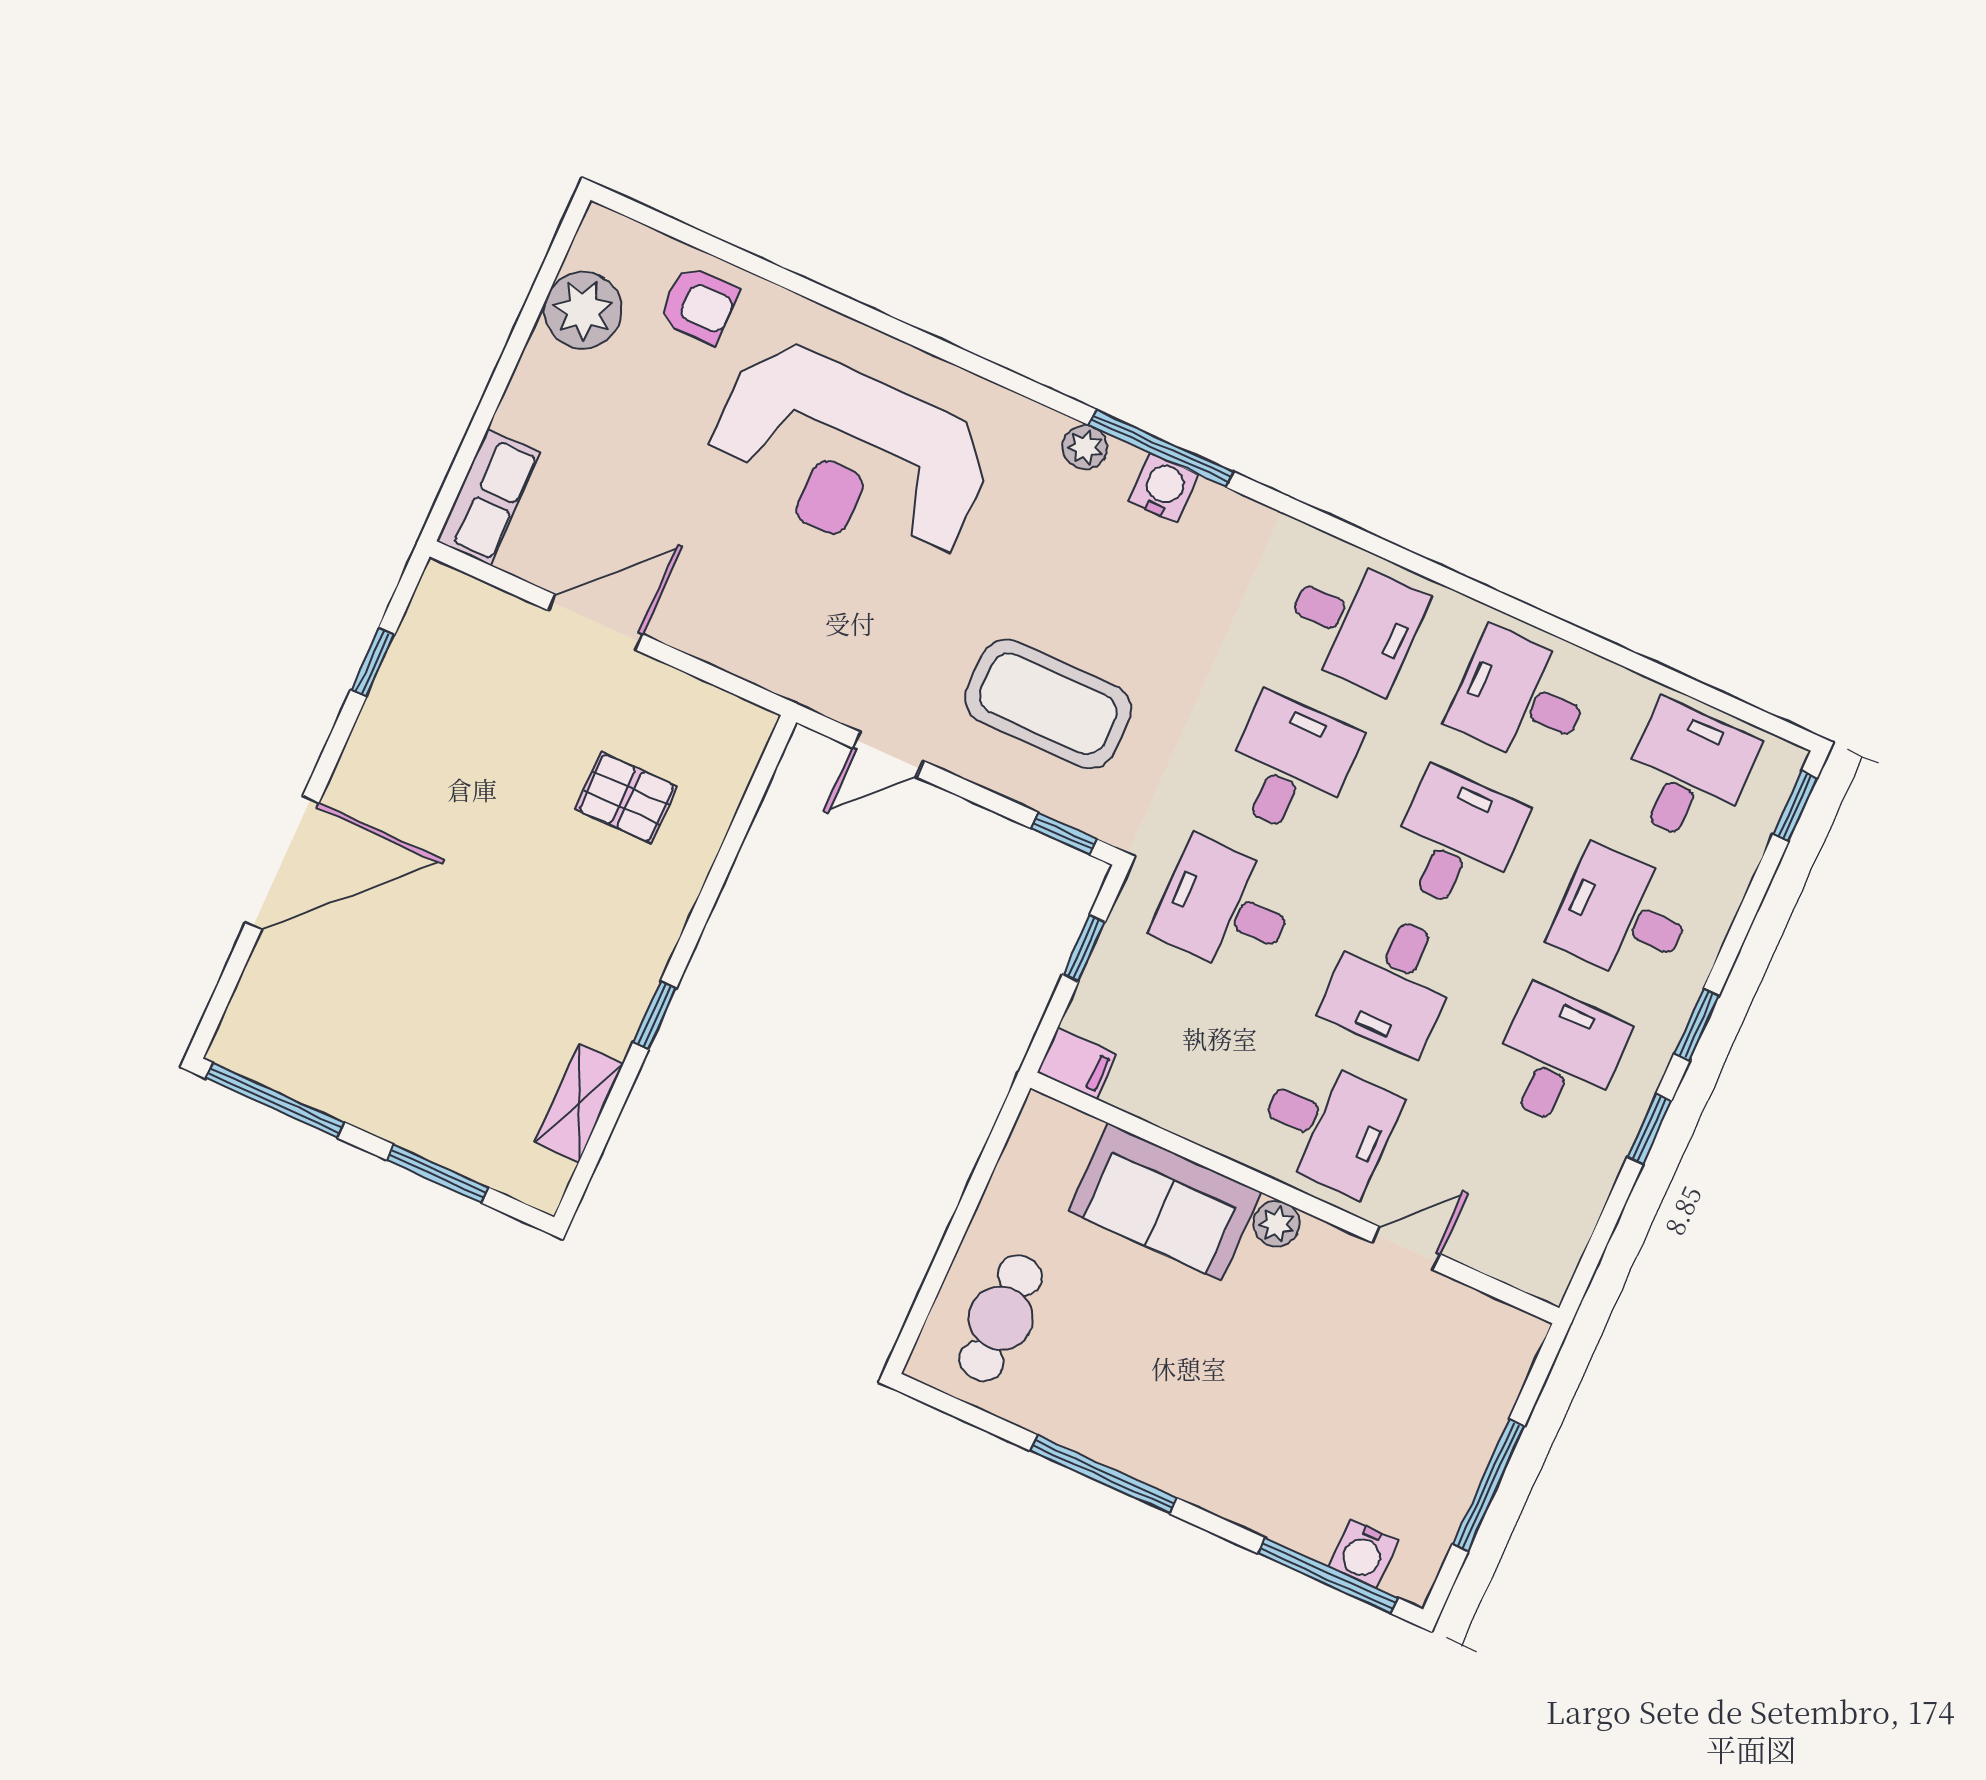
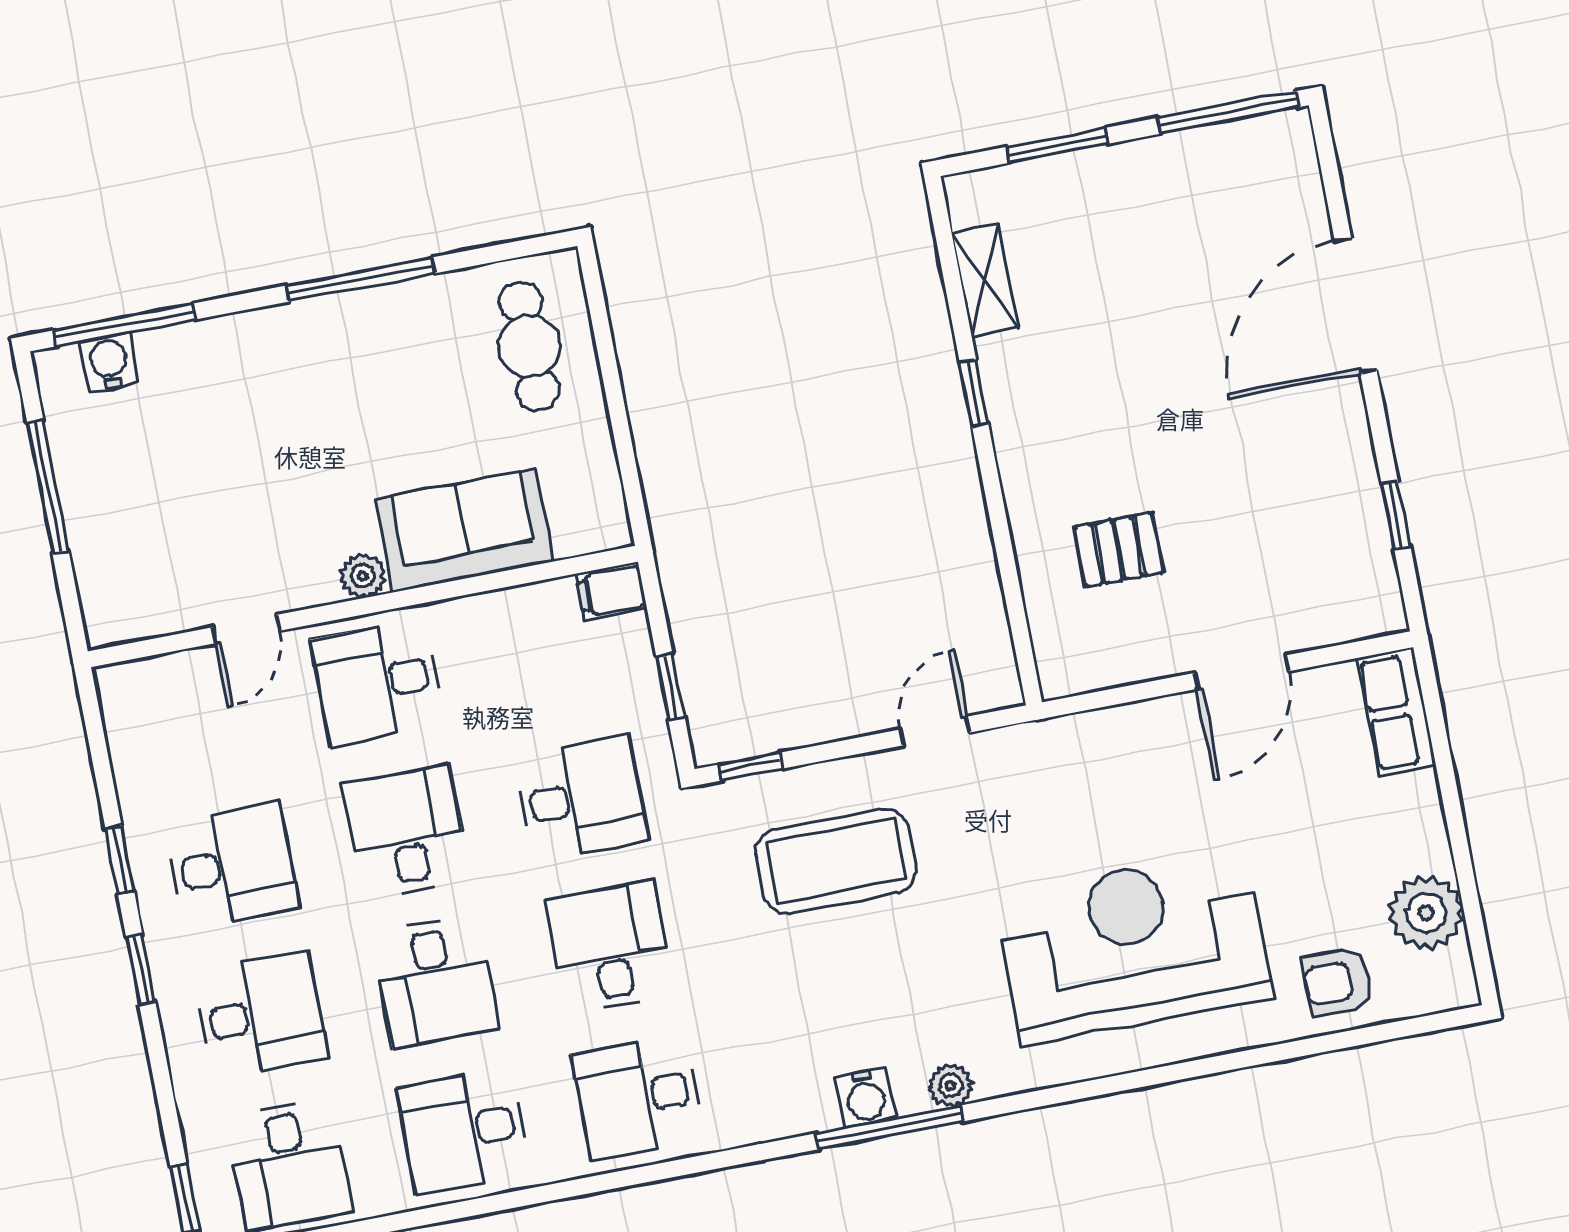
desk: (1521, 698) -> (464, 1131), turned 180
desk: (1290, 765) -> (610, 948), turned 180
desk: (1558, 1058) -> (232, 865), turned -90

